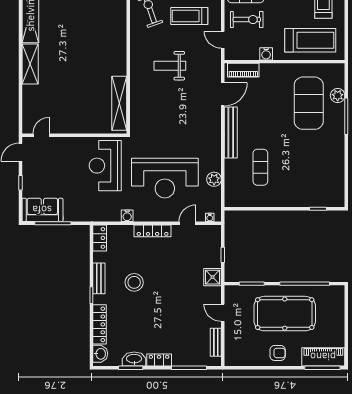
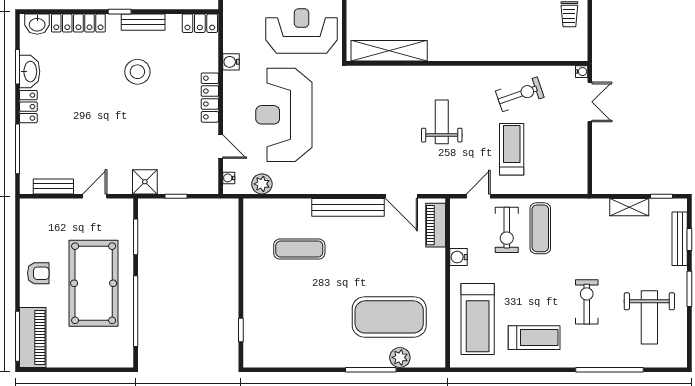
plant: (214, 179) -> (262, 184), moved
armchair: (278, 353) -> (38, 273), turned -90

